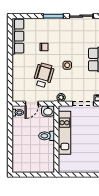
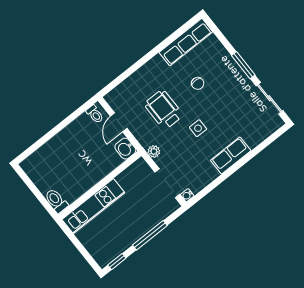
wheelchair: (44, 75) -> (164, 110), turned -106
door: (32, 104) -> (119, 122), hinge flipped
kitchen unit: (64, 133) -> (93, 206), moved
toilet: (47, 136) -> (56, 201), moved

